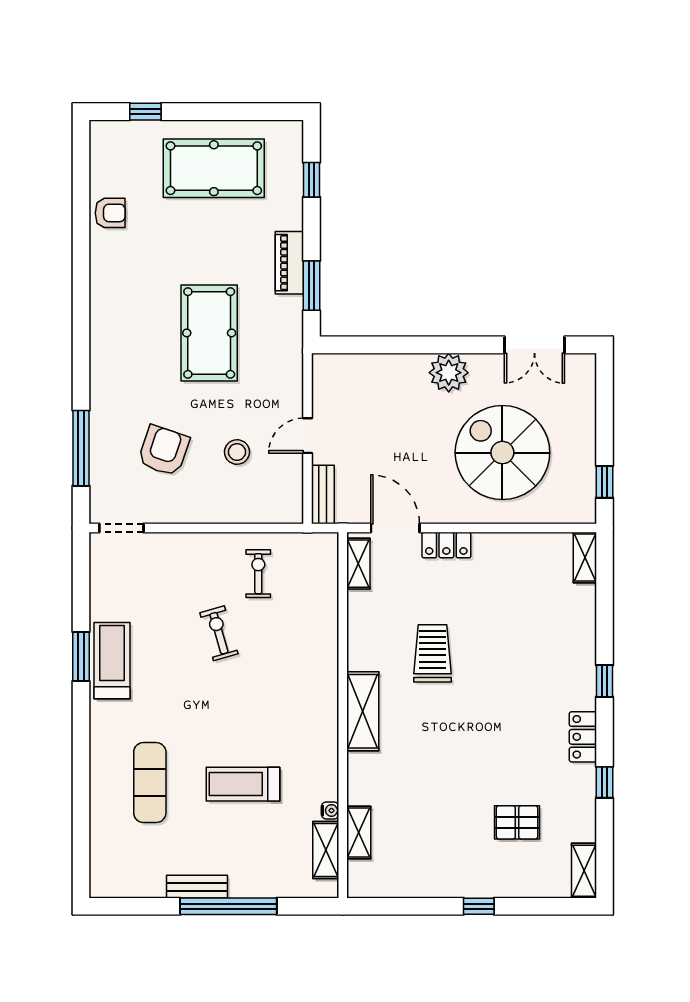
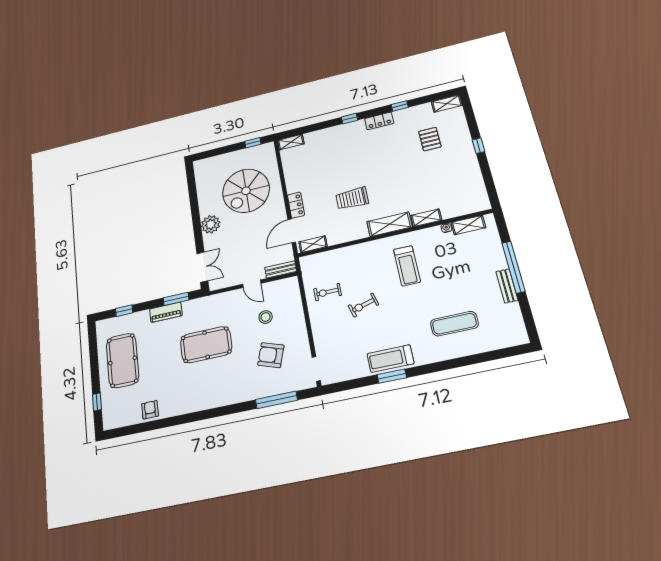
double door: (534, 345) -> (202, 267), moved
treadmill: (243, 784) -> (407, 266), moved
shelving: (359, 832) -> (426, 218), moved

